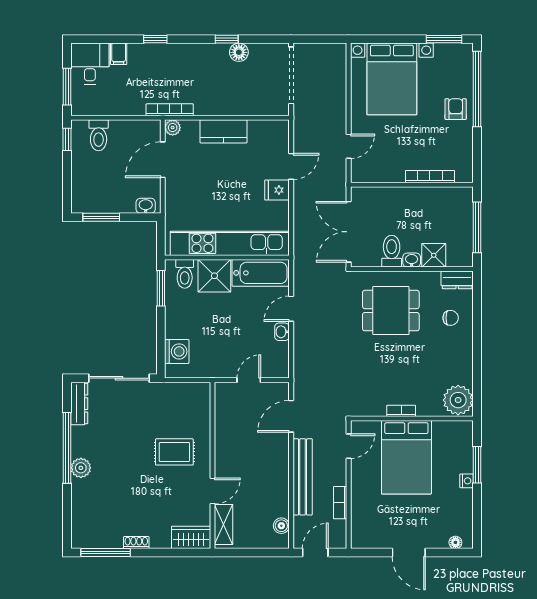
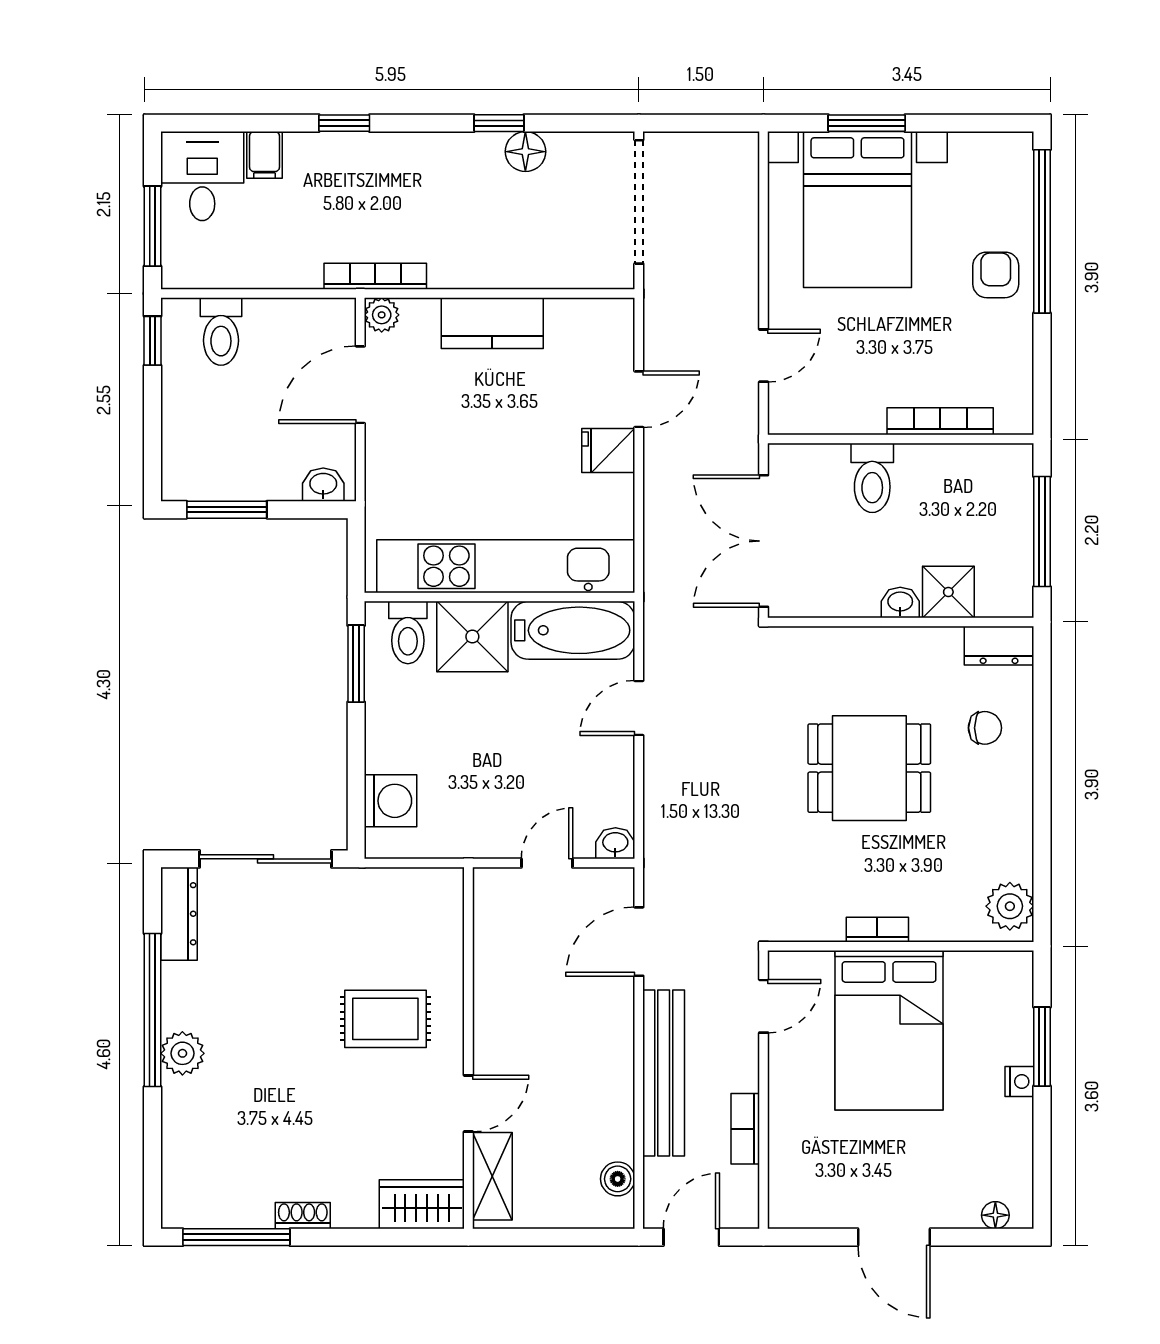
window: (444, 39) -> (867, 123), moved
toilet: (392, 251) -> (872, 478), moved, turned 180
dining table: (391, 311) -> (869, 768), moved
washbasin: (282, 332) -> (615, 843), moved, turned 90
plant: (458, 400) -> (1010, 906), width x0.73, depth x0.73

